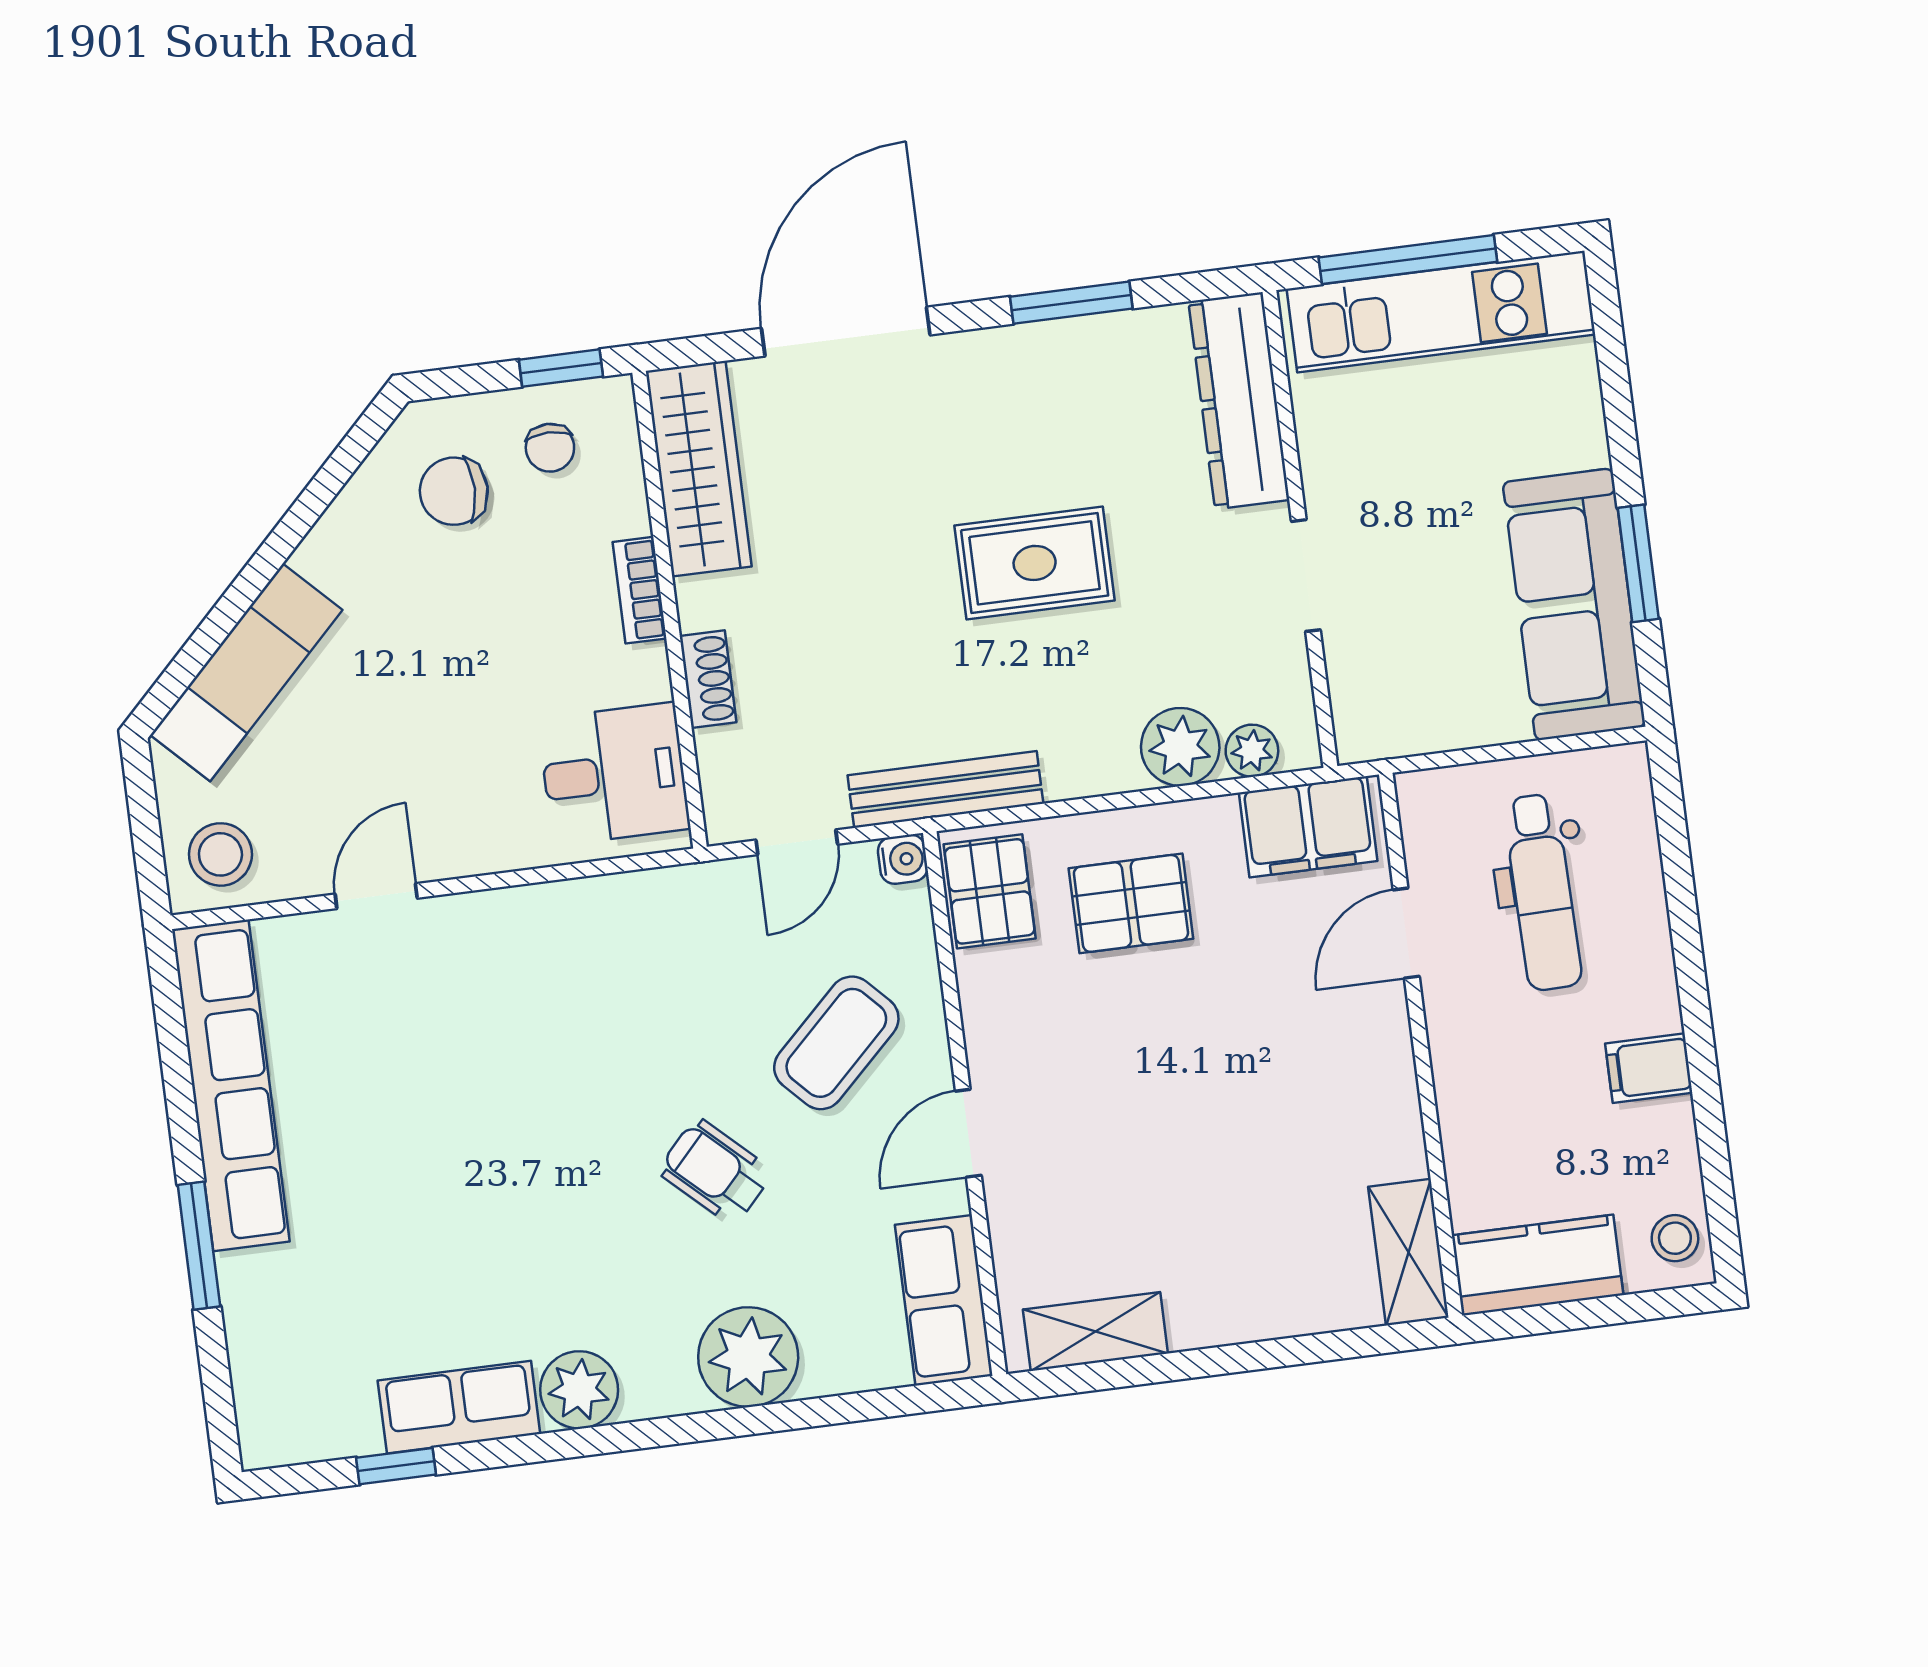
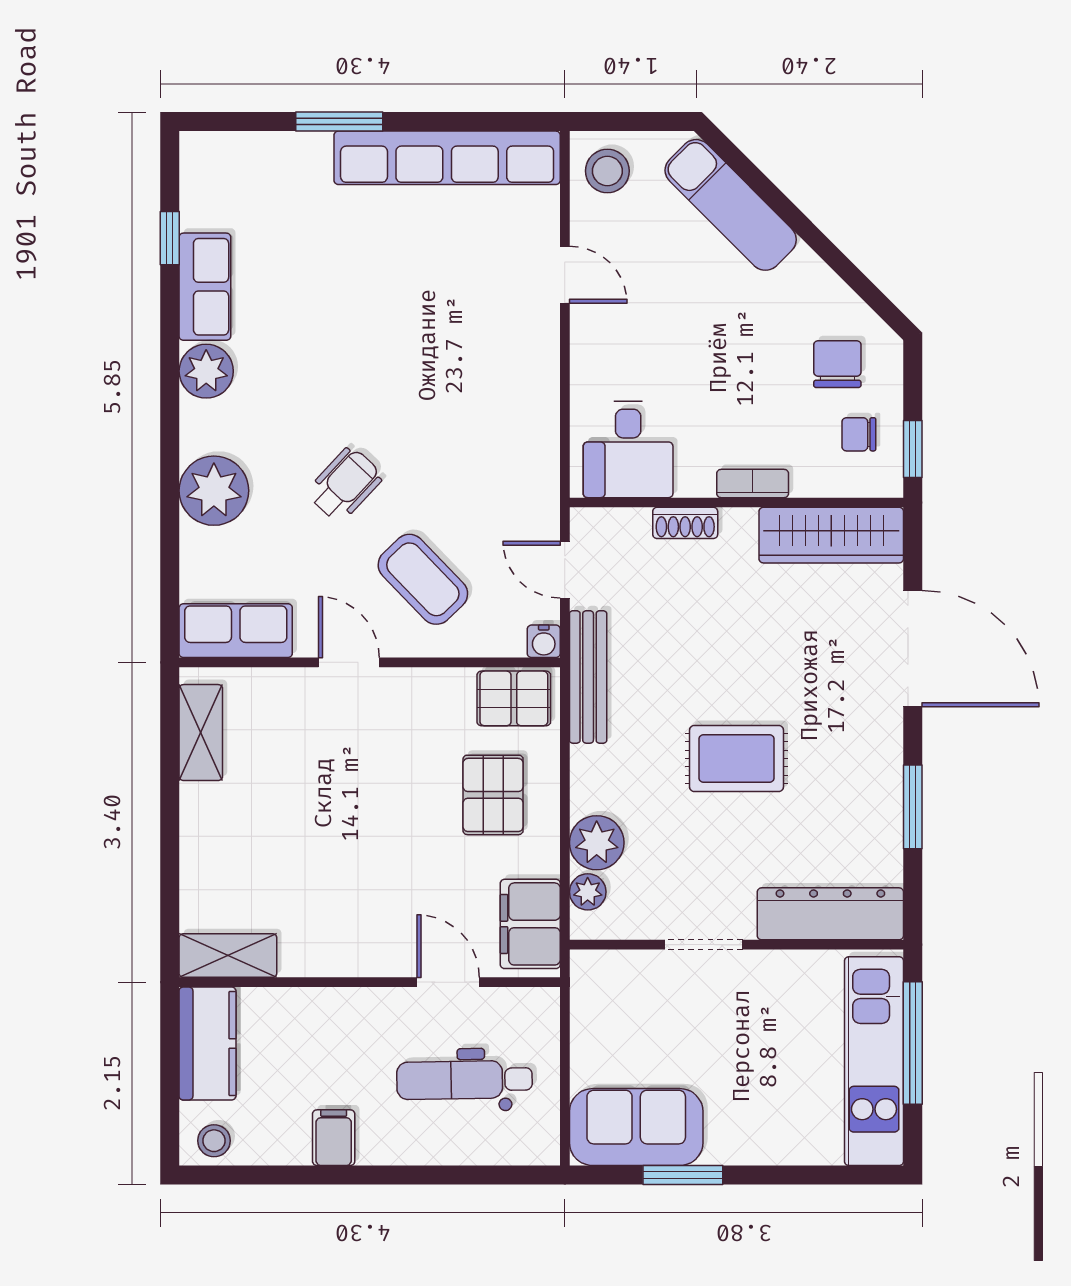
rug: (1035, 563) -> (736, 759), turned 90
sofa: (1574, 604) -> (636, 1127), width x0.73

